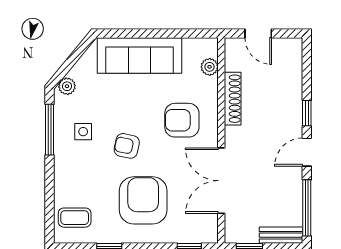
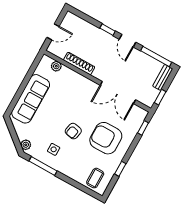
armchair: (182, 120) -> (76, 96), removed

